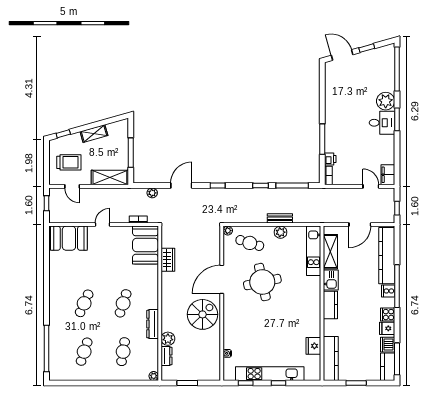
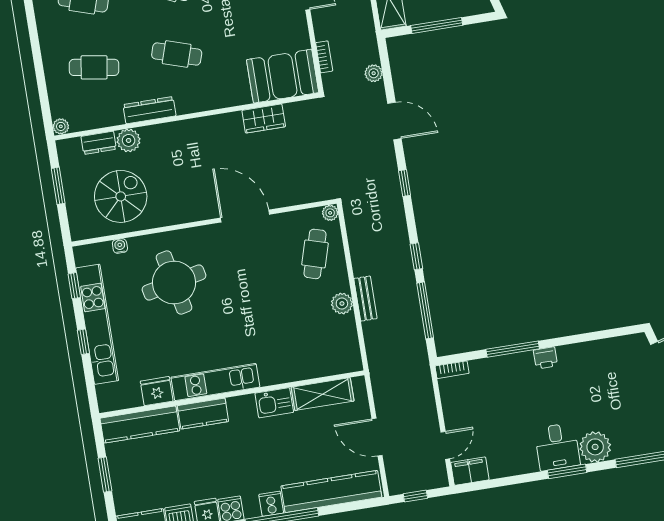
printer: (330, 159) -> (545, 358), moved
kitchen unit: (314, 251) -> (215, 382), moved
round table: (262, 282) -> (174, 282), moved
kitchen counter: (330, 305) -> (203, 414), moved
spiral stairs: (203, 314) -> (121, 196), moved, turned -90

